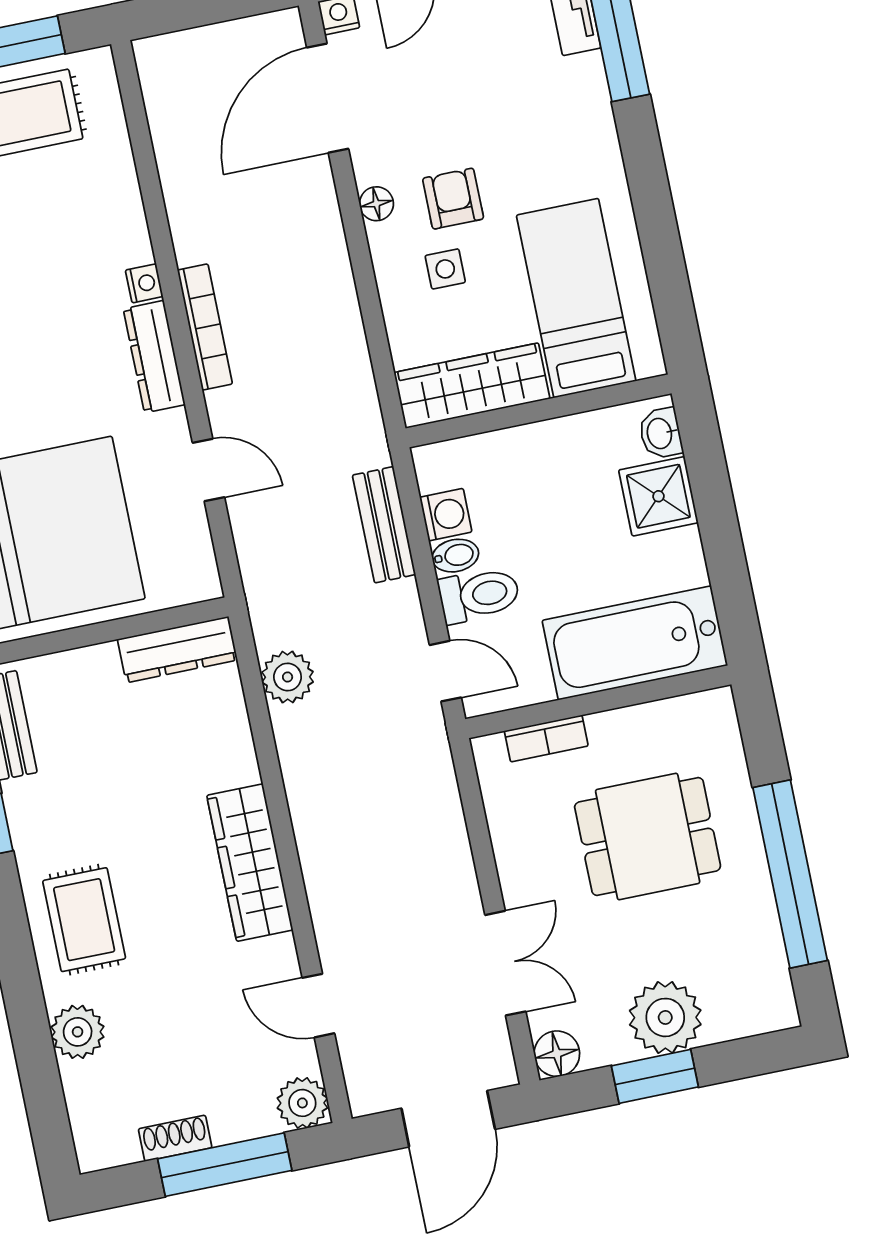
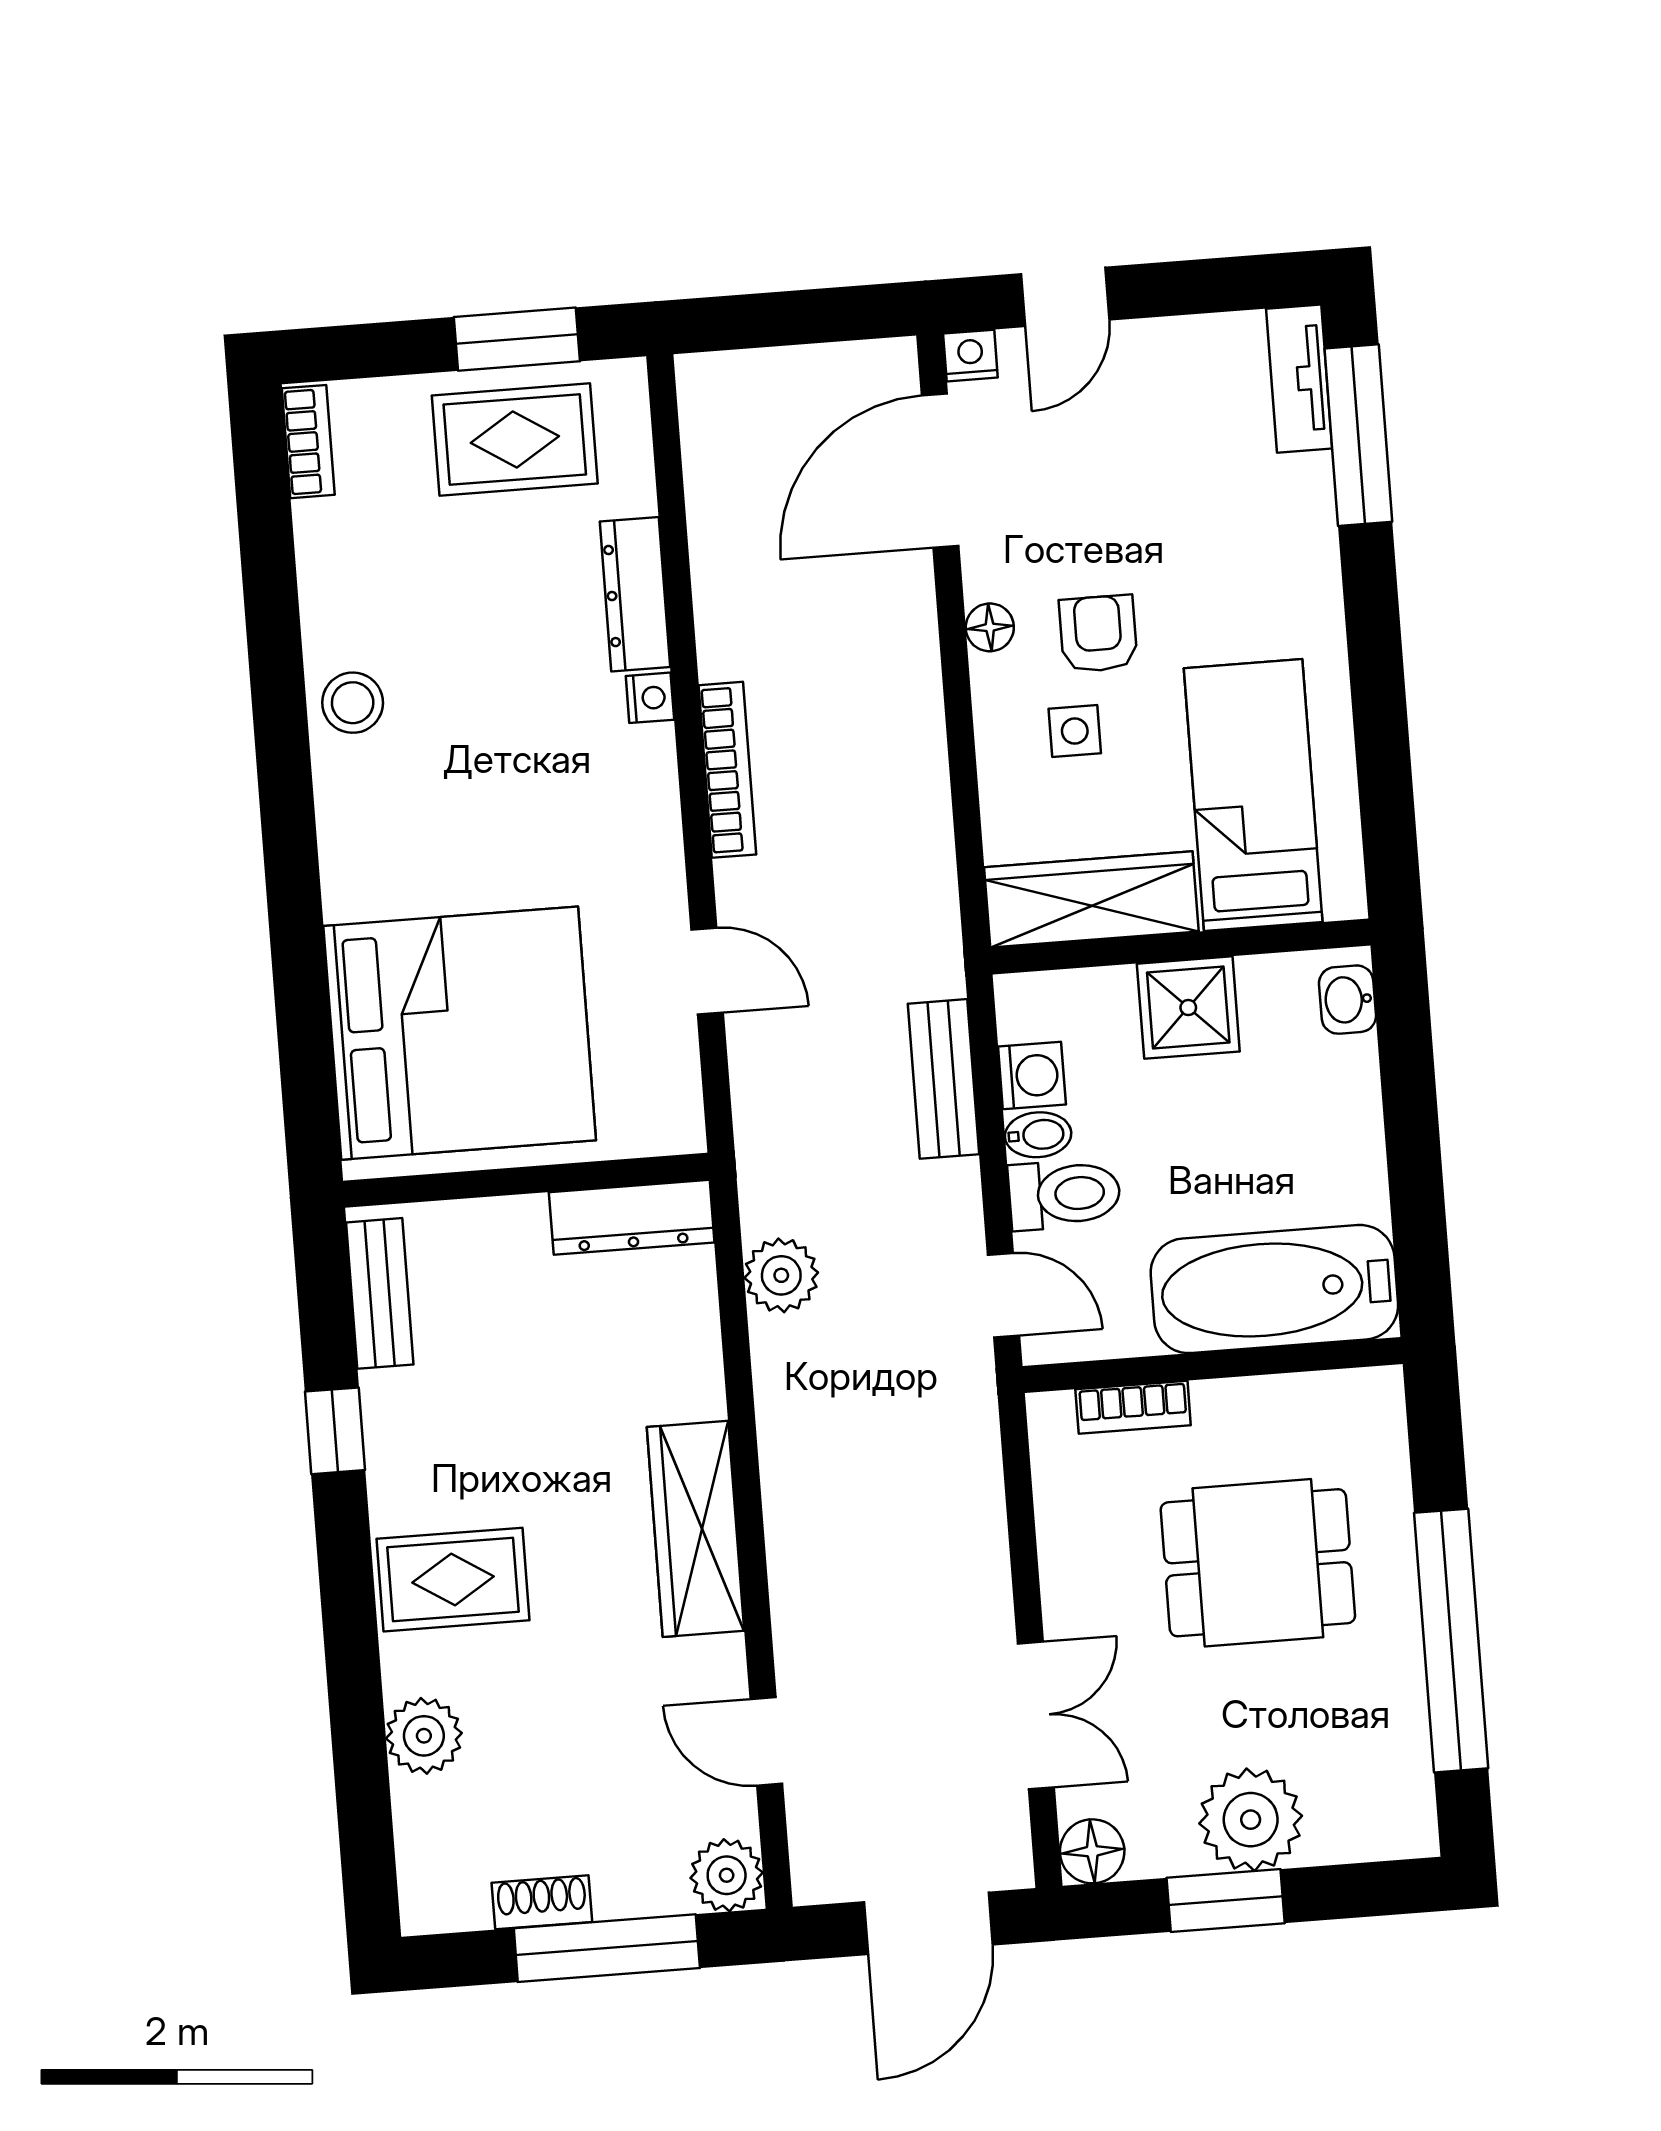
dresser: (154, 357) -> (635, 594), moved
shower: (658, 496) -> (1188, 1008), moved
rug: (84, 920) -> (453, 1580), turned 90

